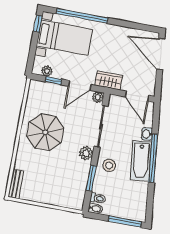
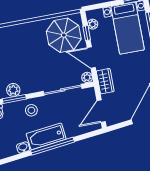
parasol: (45, 132) -> (64, 35), moved
washbasin: (147, 134) -> (23, 147), moved
plant: (86, 153) -> (13, 90), moved

